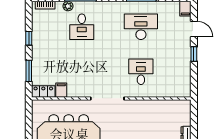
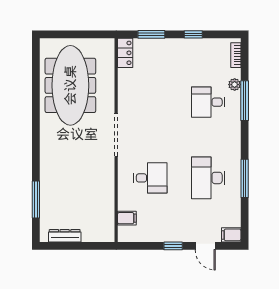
desk: (141, 27) -> (208, 178), turned 180
door: (194, 29) -> (205, 246), hinge flipped
filing cabinet: (61, 90) -> (127, 218), moved

